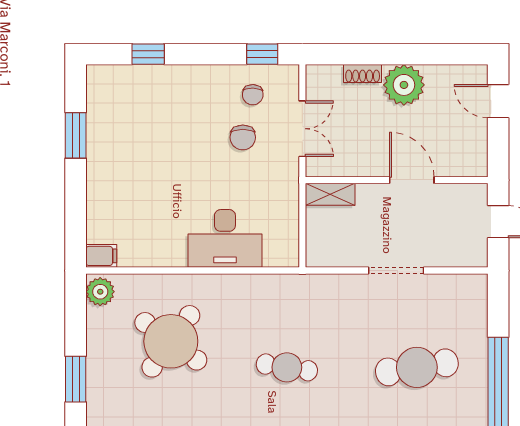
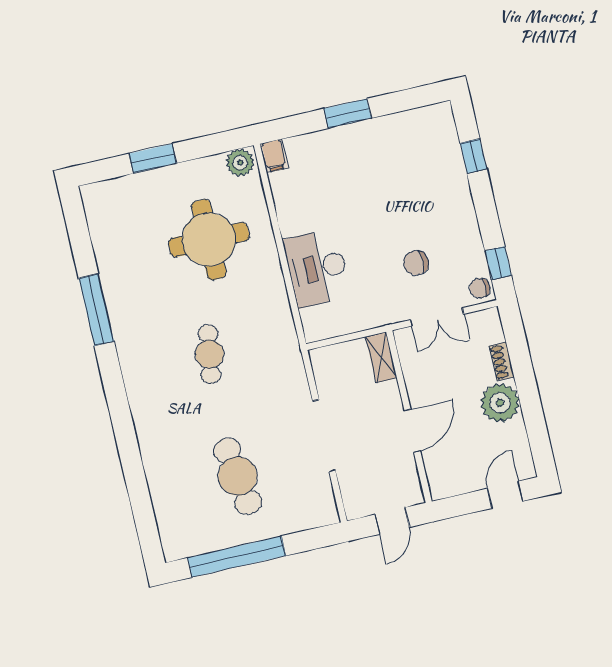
chair: (253, 95) -> (480, 288), moved
window: (76, 135) -> (347, 113), moved
doorway: (396, 271) -> (324, 436), width x1.36
round table: (171, 341) -> (209, 240), turned -36

